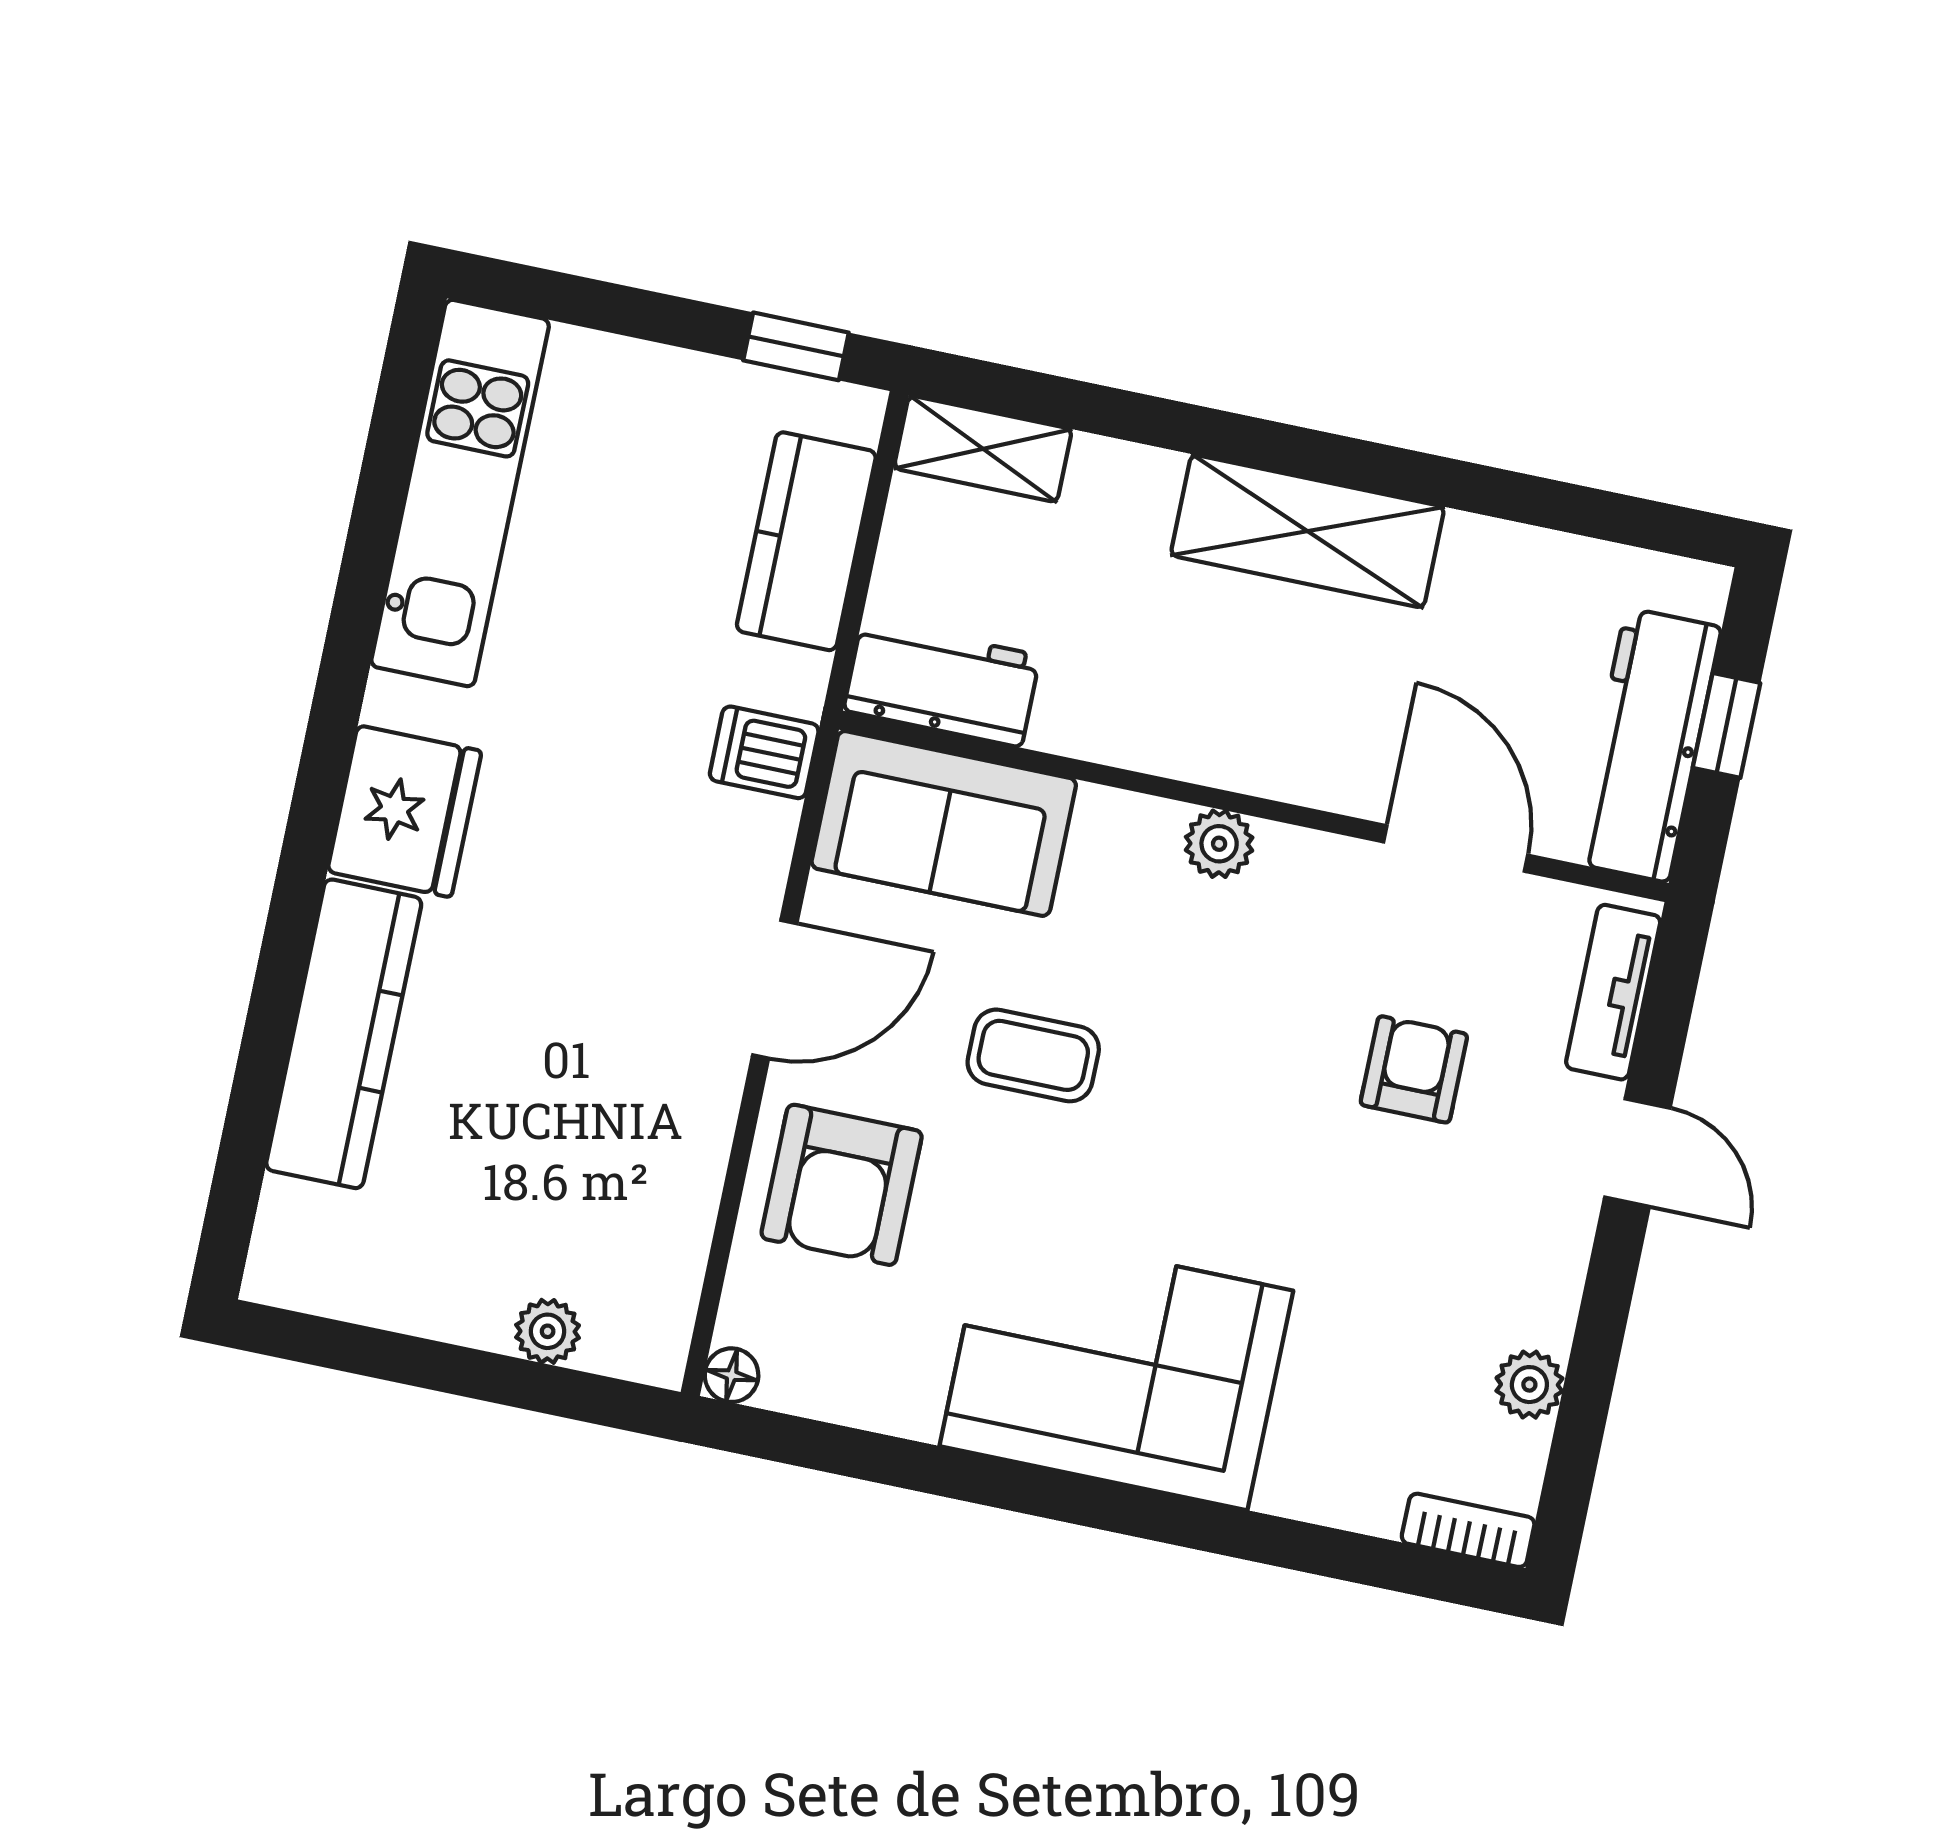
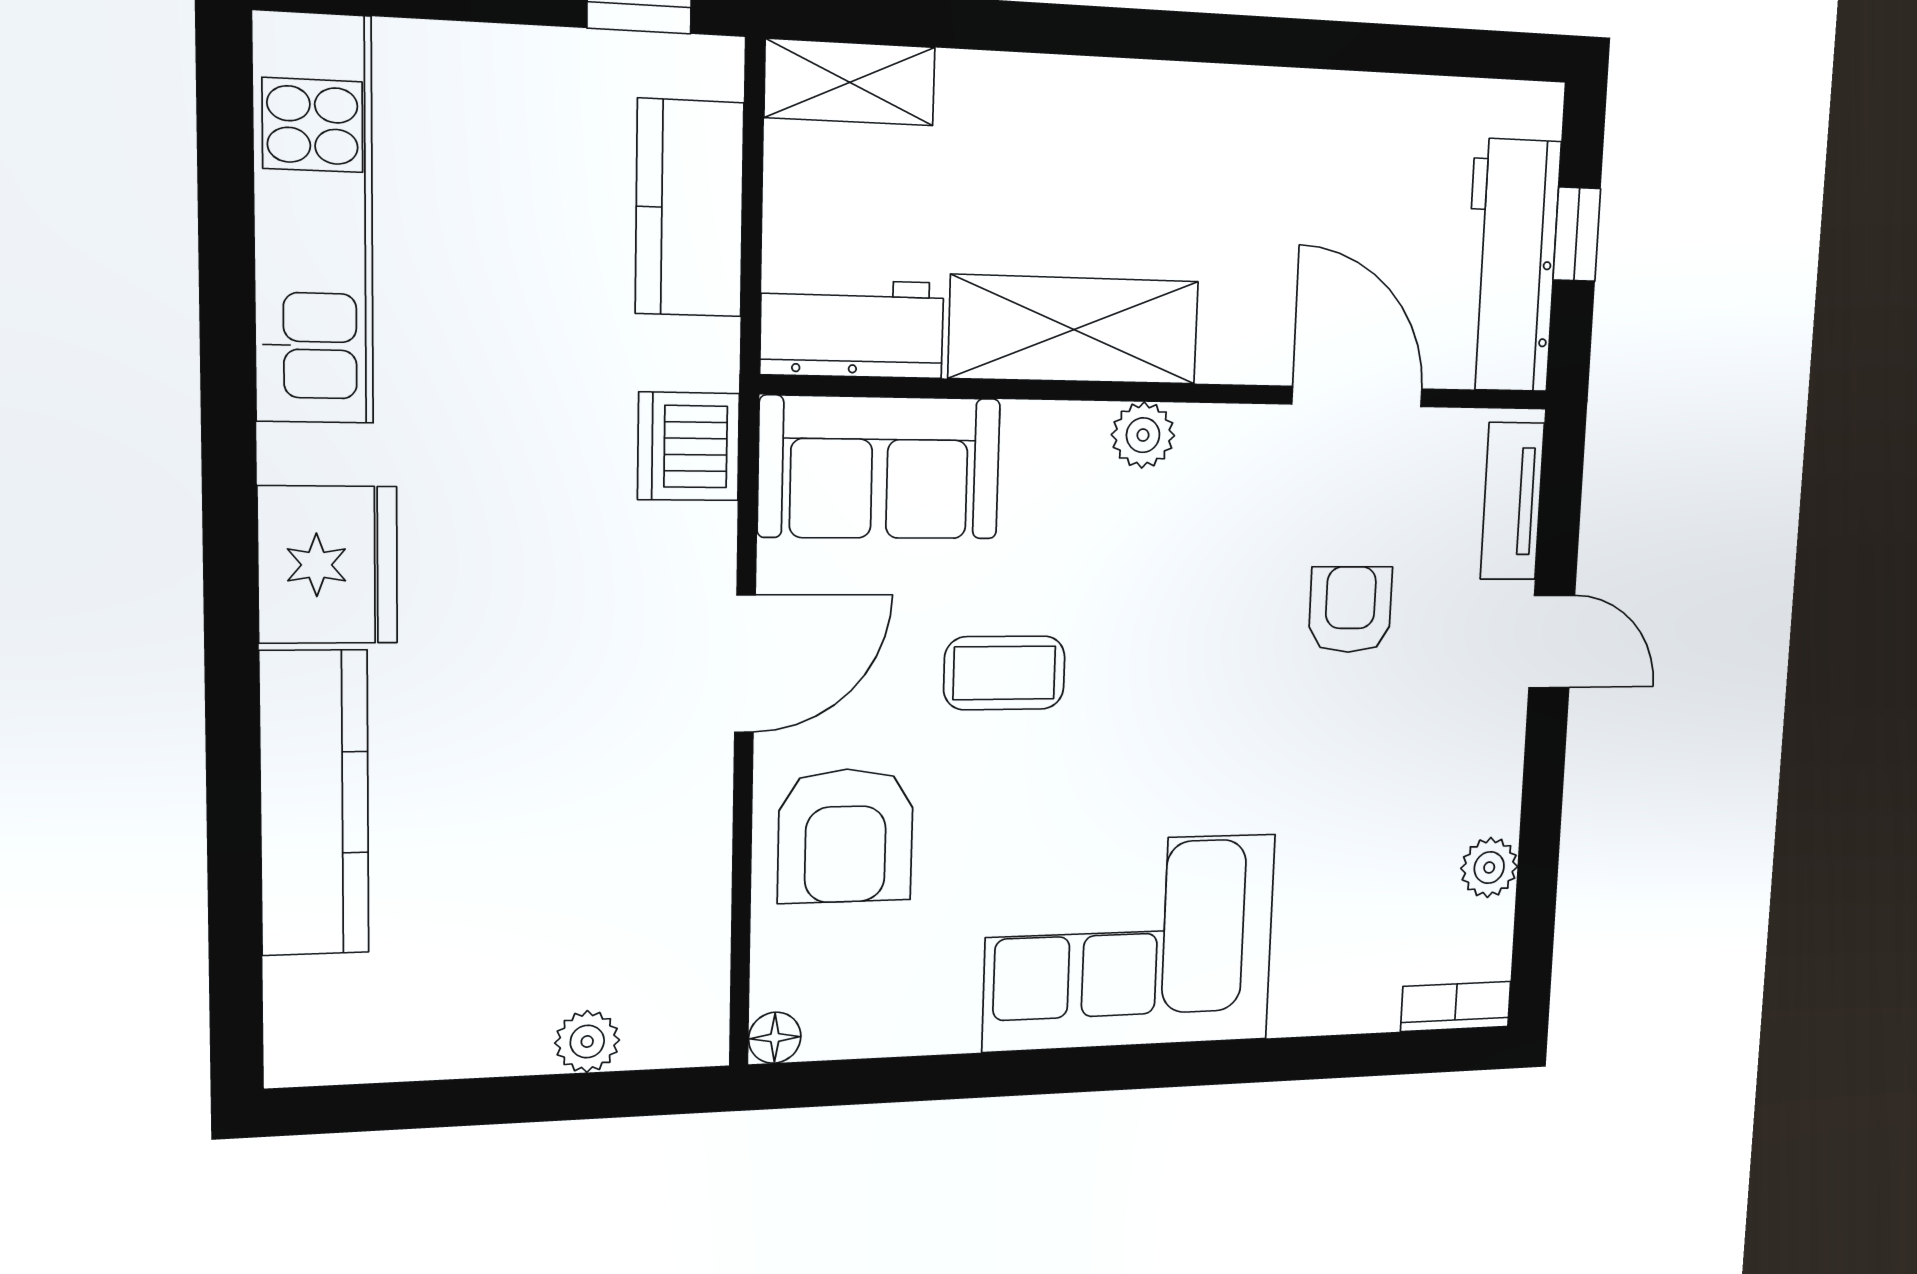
shelving: (1307, 531) -> (1074, 330), moved
dishwasher: (764, 752) -> (689, 446), width x1.38

